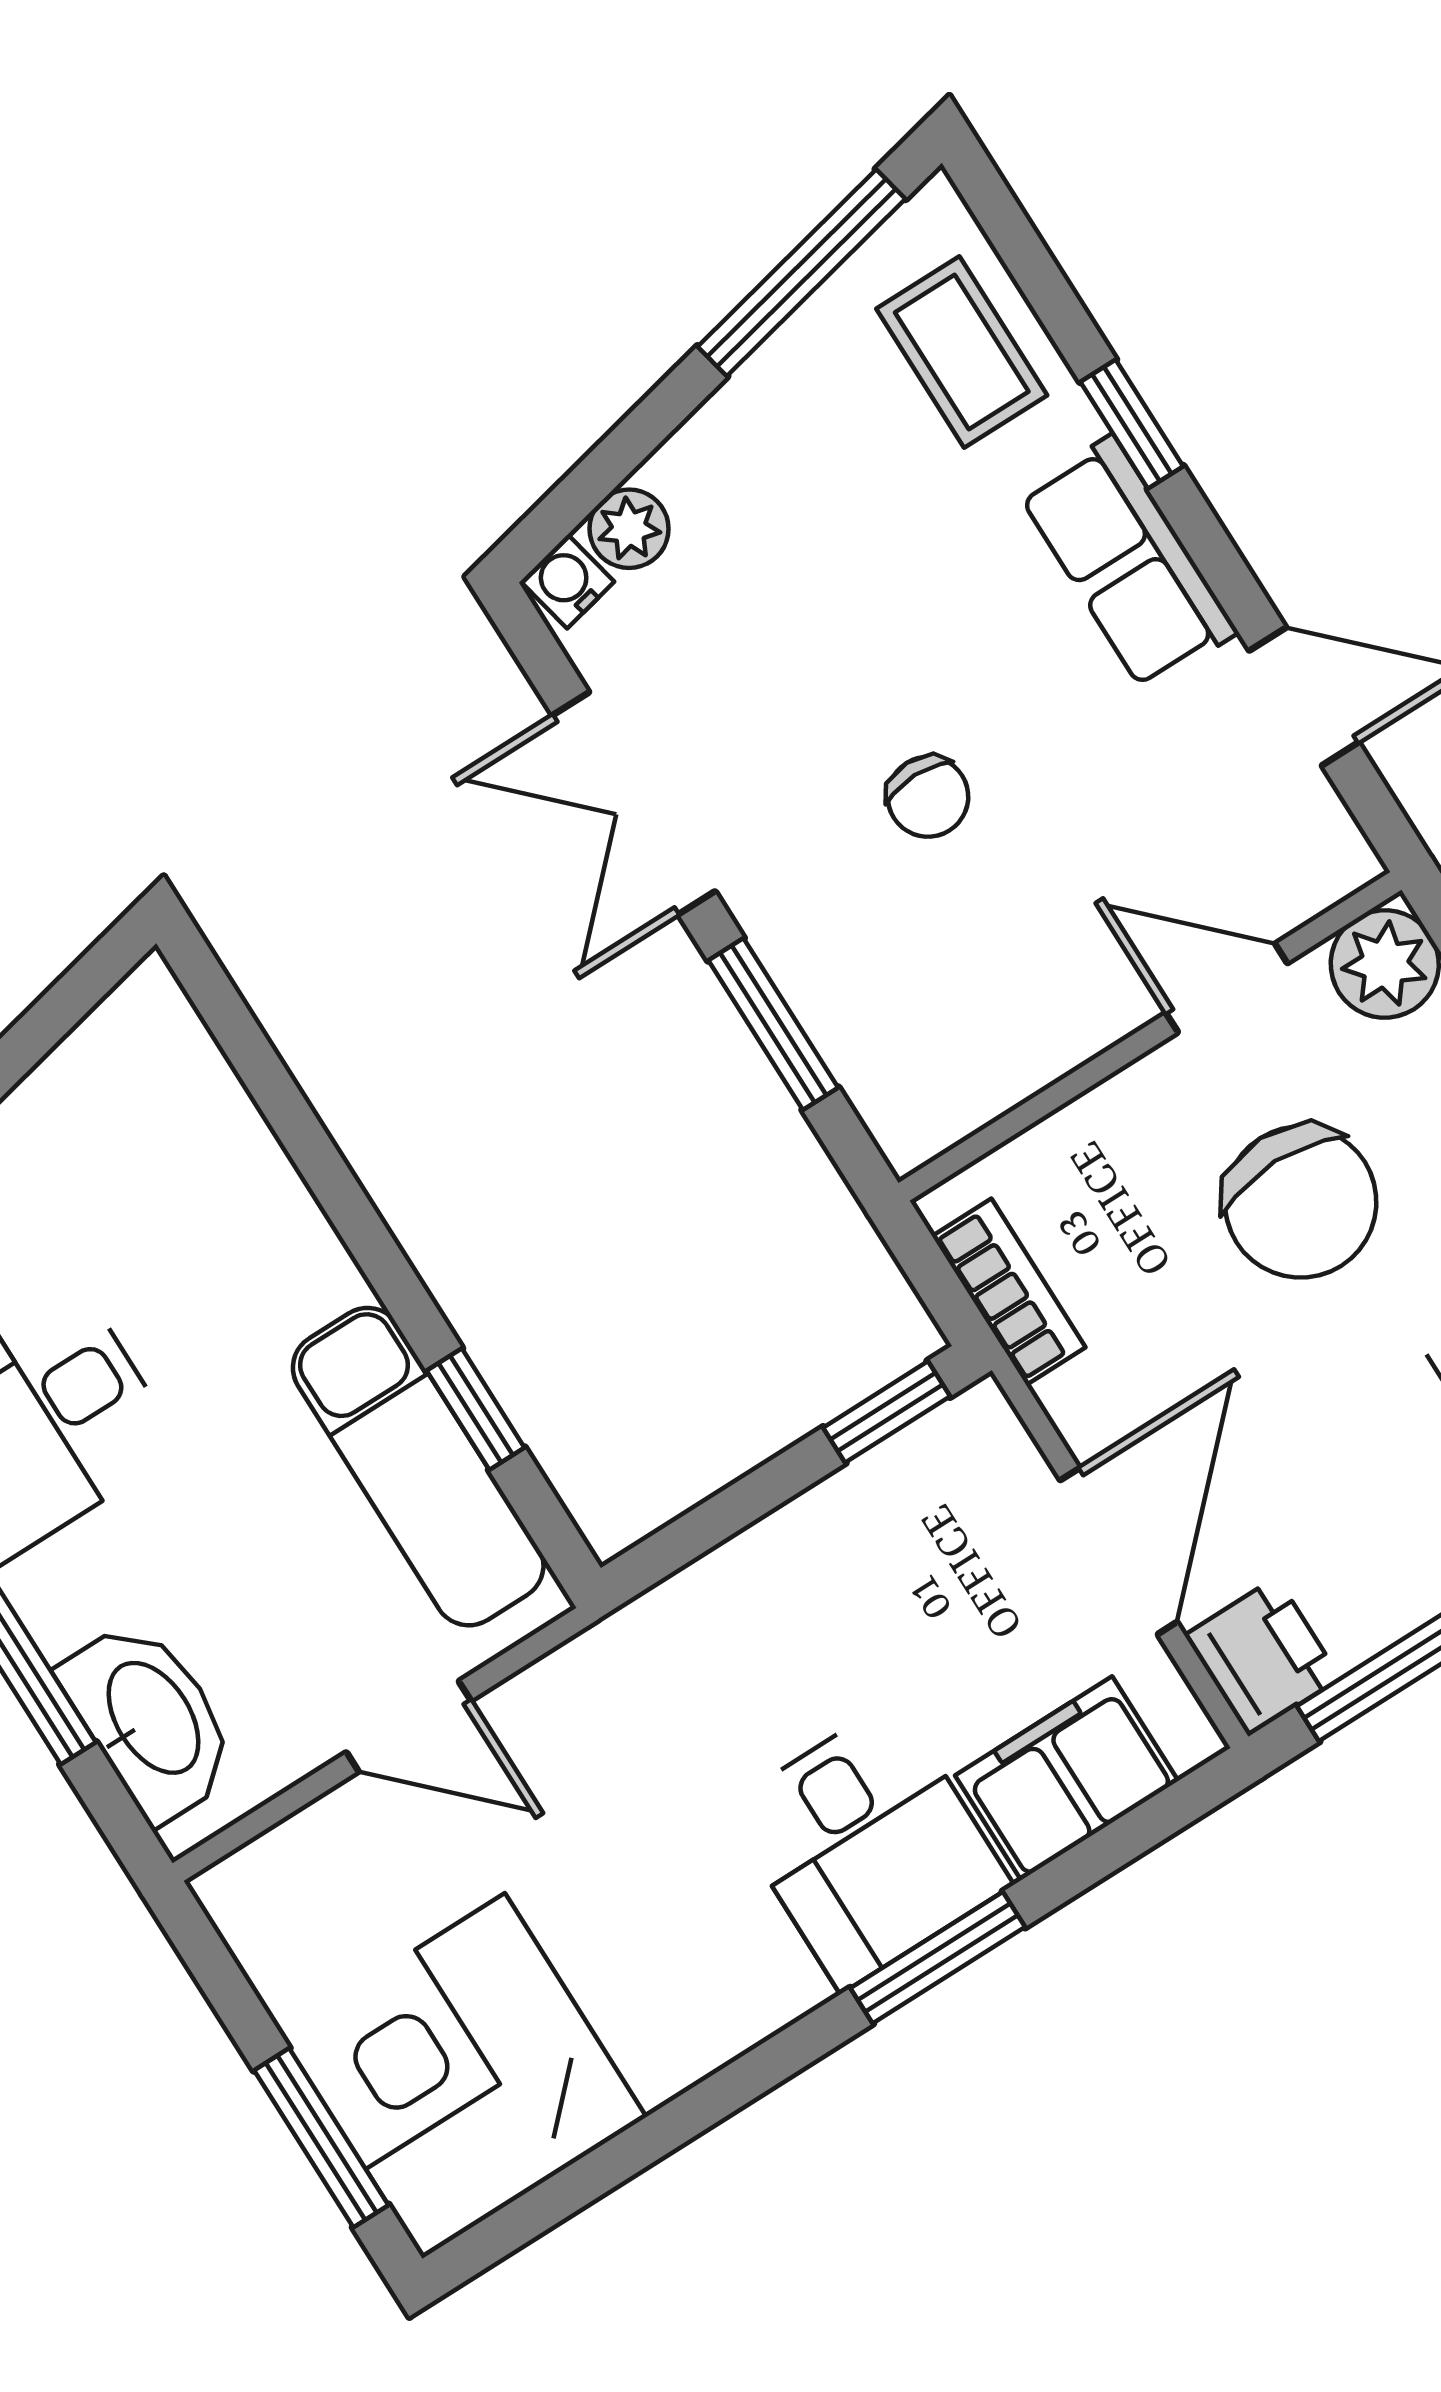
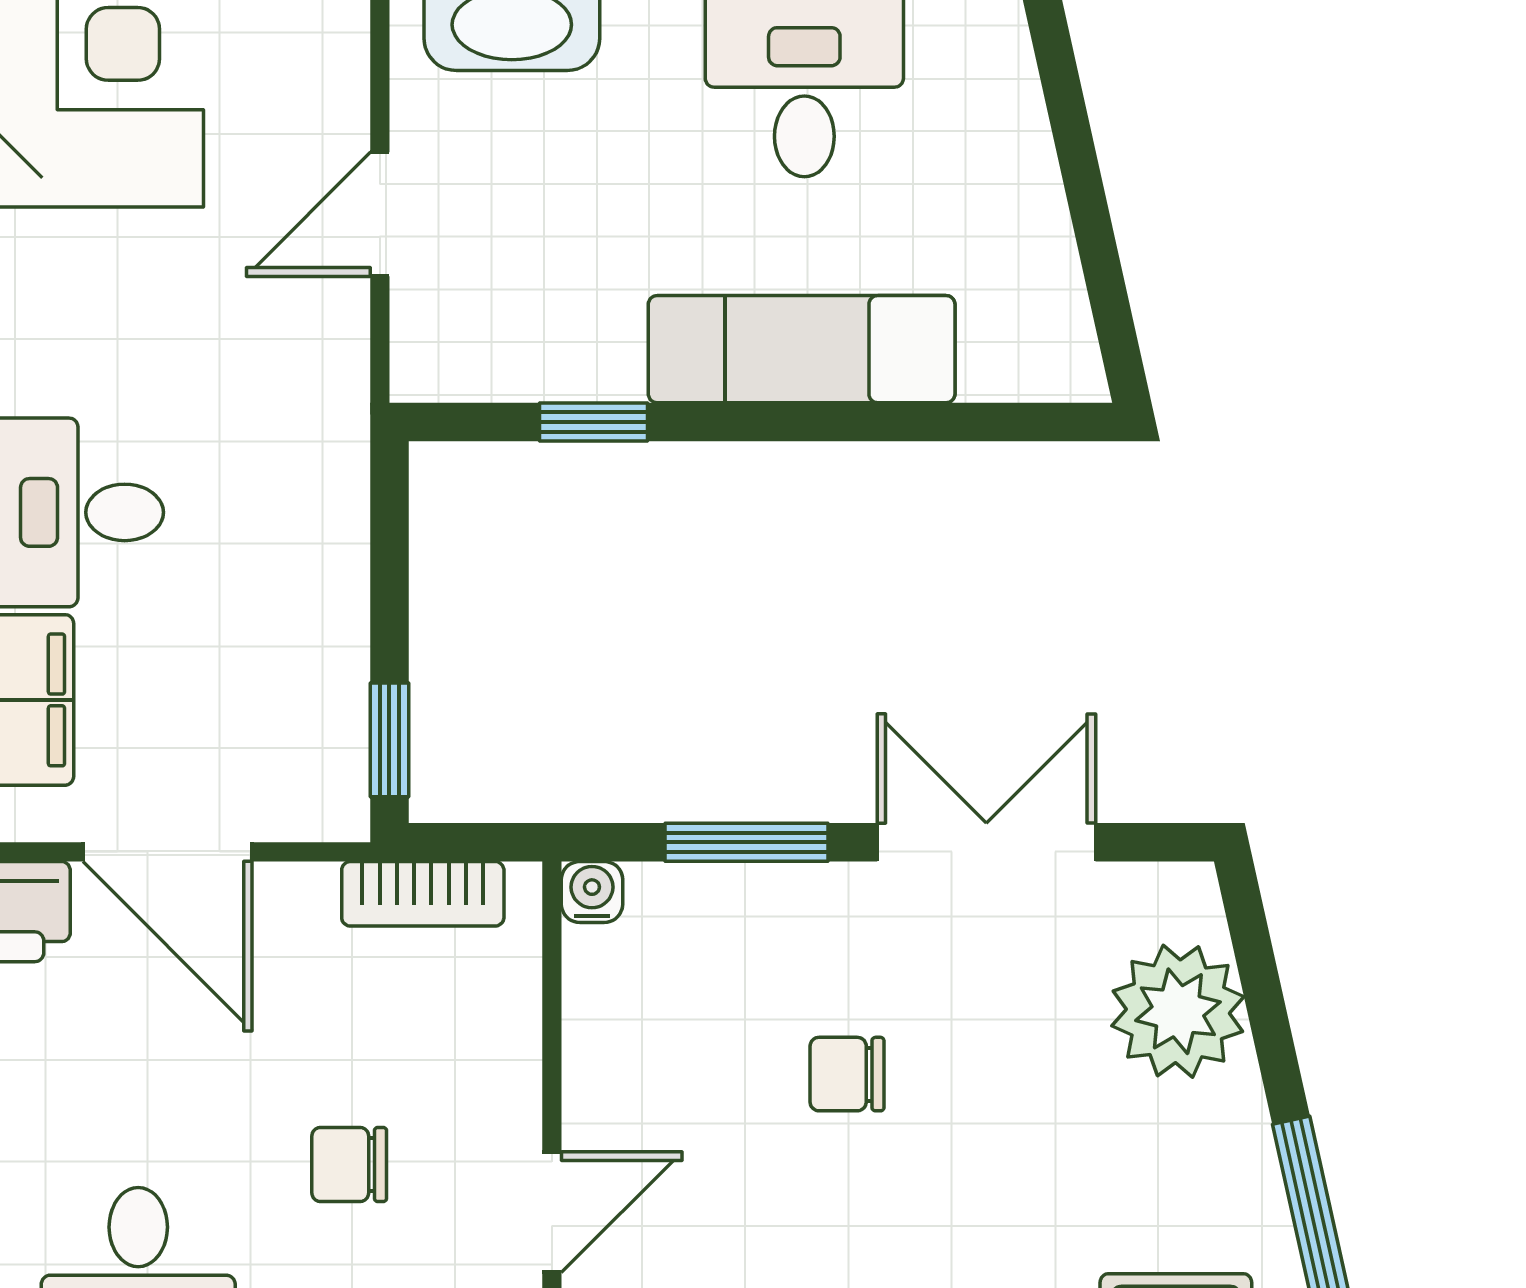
plant: (629, 529) -> (1178, 1011), width x1.88, depth x1.88
water cooler: (567, 581) -> (592, 892), moved, turned -77
chair: (1301, 1202) -> (349, 1165), width x0.54, depth x0.54
exam couch: (418, 1467) -> (802, 349), moved

